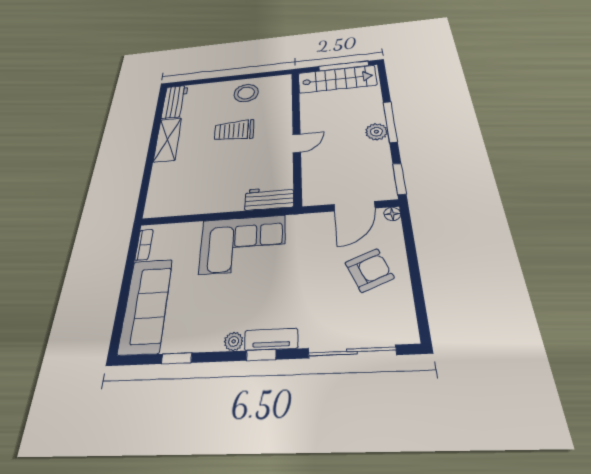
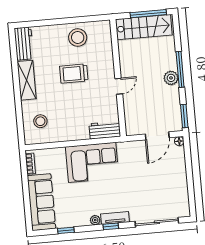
stool: (174, 187) -> (40, 121), added
armchair: (369, 270) -> (166, 177), removed

